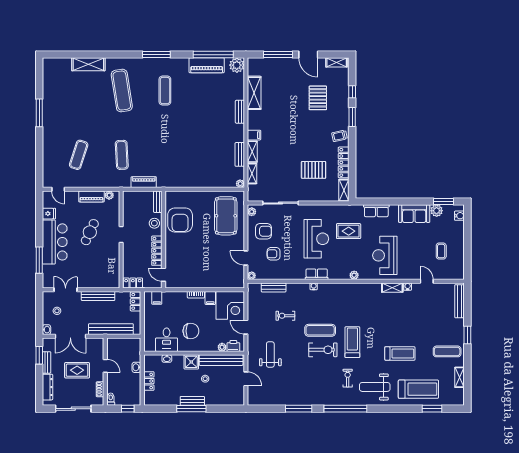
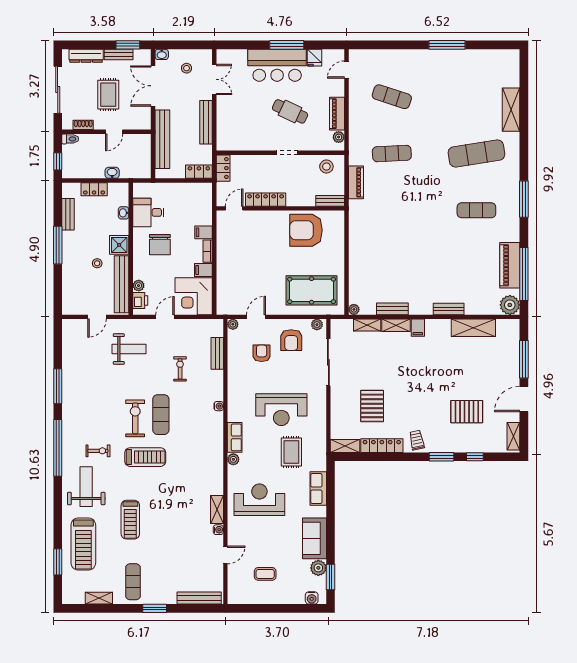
stool: (154, 223) -> (326, 167), moved
window: (39, 260) -> (287, 45), moved
row of seats: (317, 274) -> (235, 437), moved
filing cabinet: (157, 298) -> (204, 232), moved
exercise bike: (323, 350) -> (135, 418), turned 180
bench: (192, 401) -> (68, 214), moved

